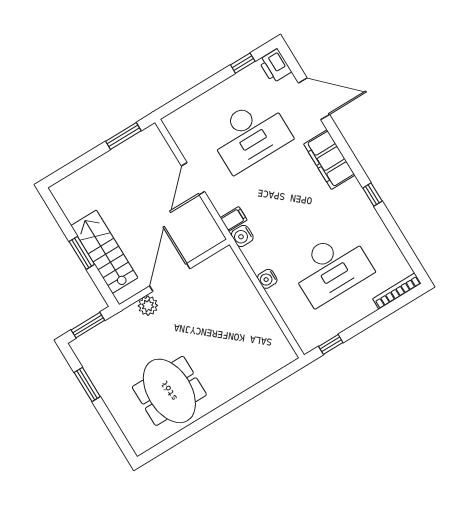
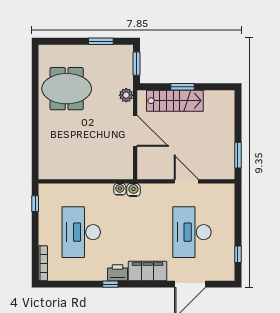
printer: (275, 66) -> (118, 273), moved
filing cabinet: (234, 219) -> (147, 191), removed
water cooler: (267, 279) -> (120, 189), moved
plant: (148, 306) -> (126, 95), moved

